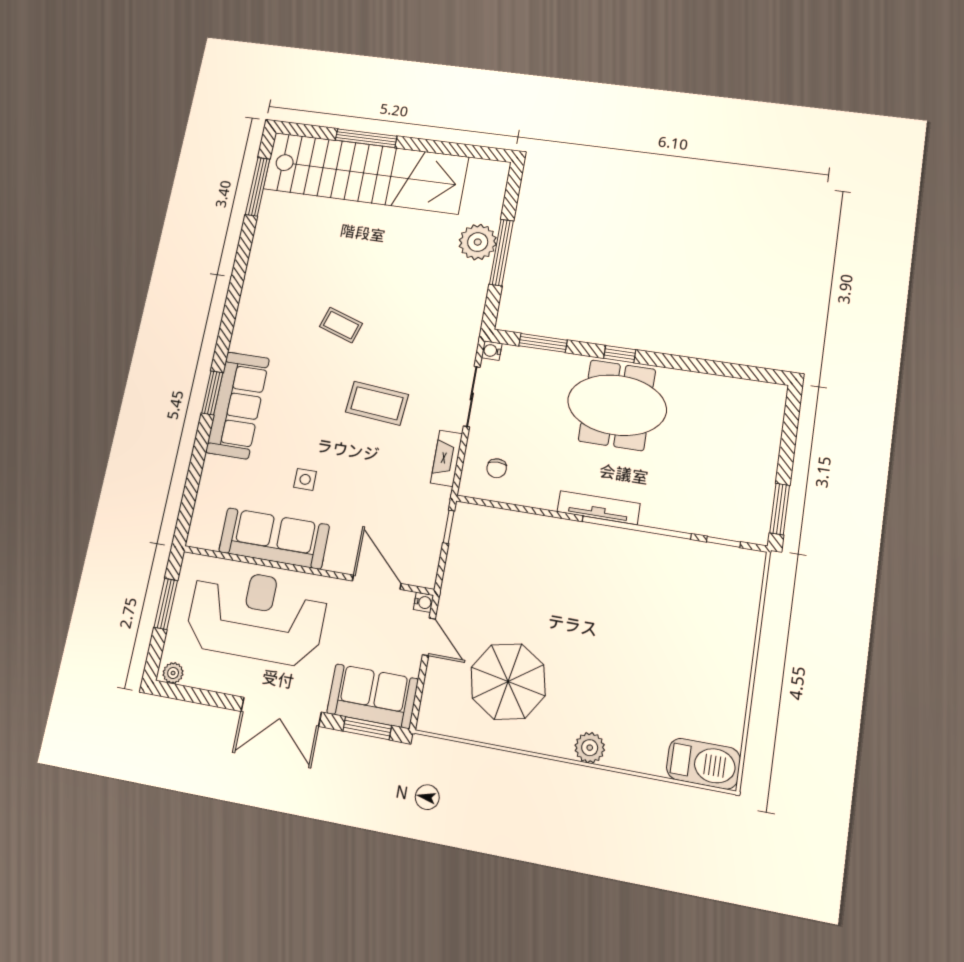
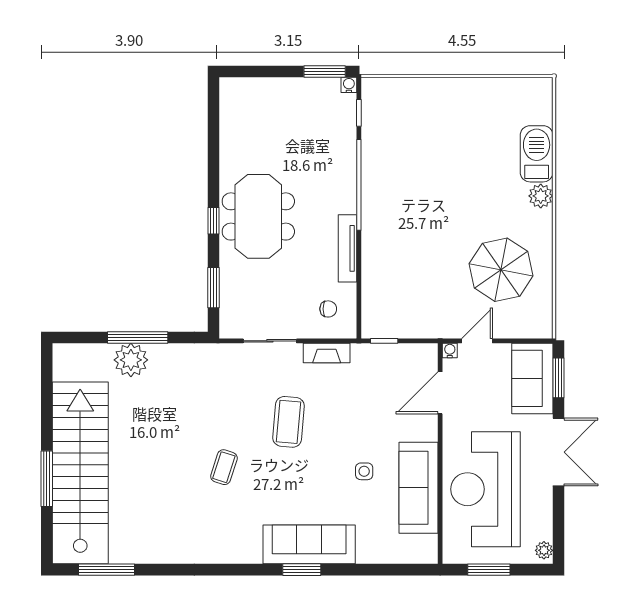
water cooler: (492, 351) -> (349, 85), moved, turned 180
tv unit: (599, 508) -> (348, 248), moved
barbecue: (703, 764) -> (537, 154), moved

